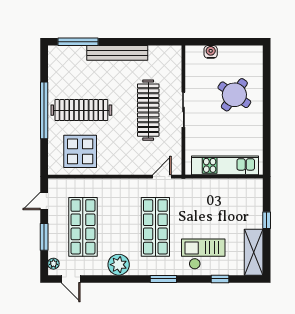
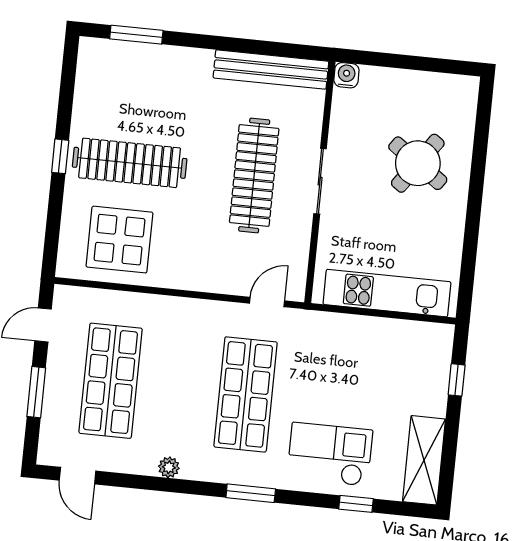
window: (78, 42) -> (136, 35), width x0.69
water cooler: (211, 52) -> (346, 75), moved
bench: (117, 53) -> (271, 70), moved
window: (44, 110) -> (60, 156), width x0.32
window: (267, 220) -> (457, 380), moved
plant: (53, 264) -> (48, 444), removed
plant: (119, 265) -> (169, 467), width x0.53, depth x0.53

